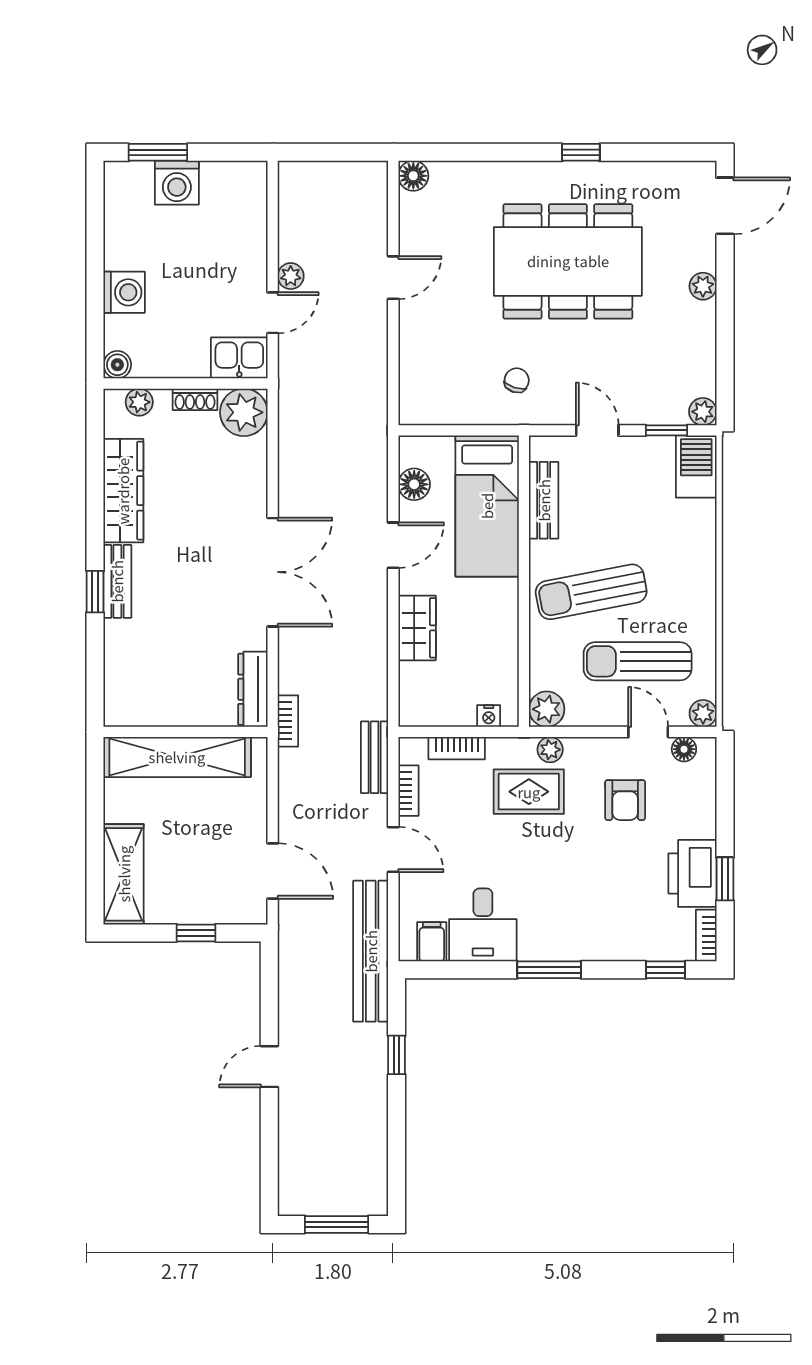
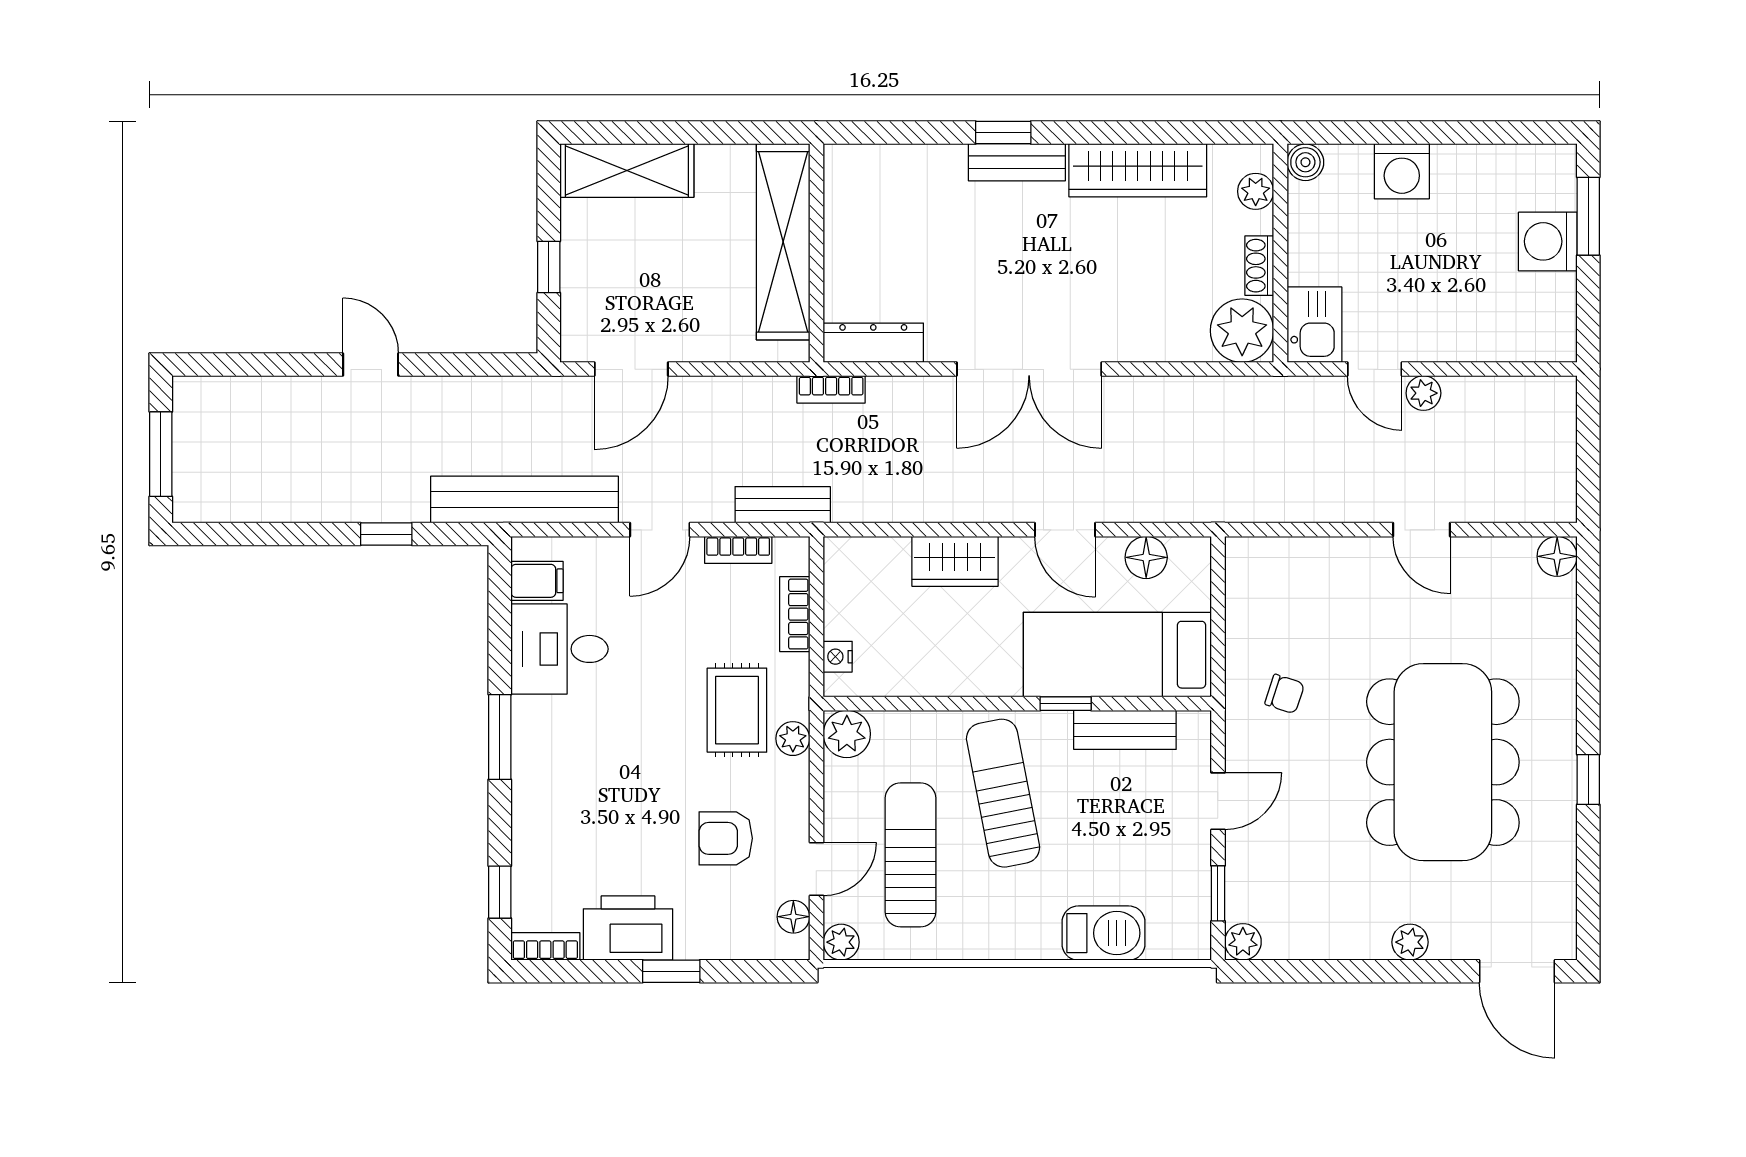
barbecue: (696, 467) -> (1103, 933), moved
window: (524, 545) -> (1066, 704), added
window: (725, 879) -> (671, 971), moved

